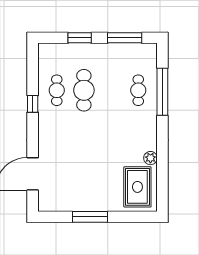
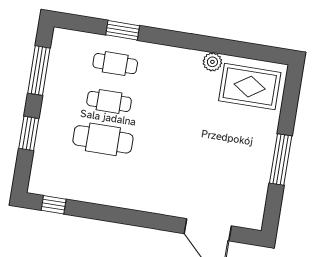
cafe table: (57, 90) -> (109, 101), moved
window: (162, 92) -> (123, 30), width x0.47
window: (33, 104) -> (54, 205), moved

